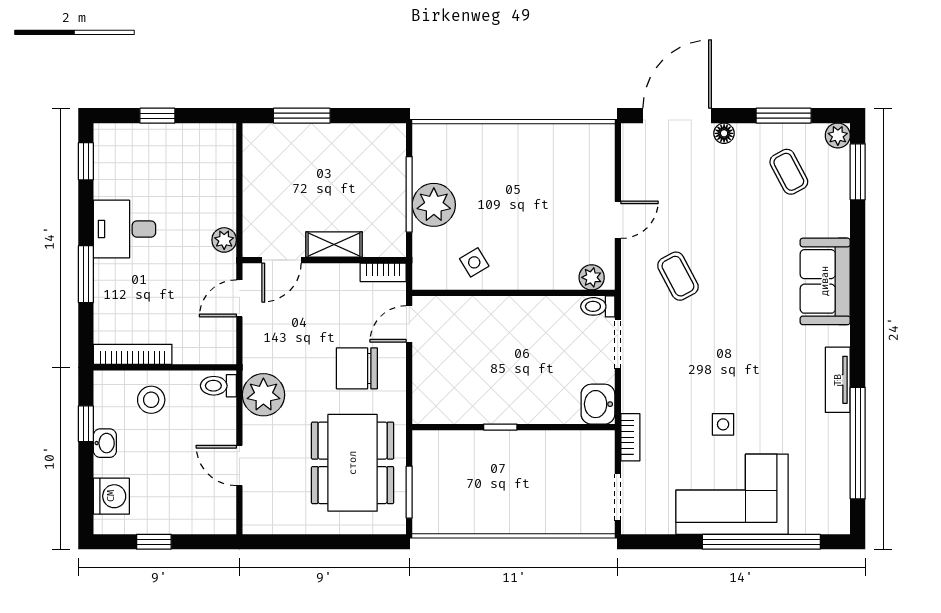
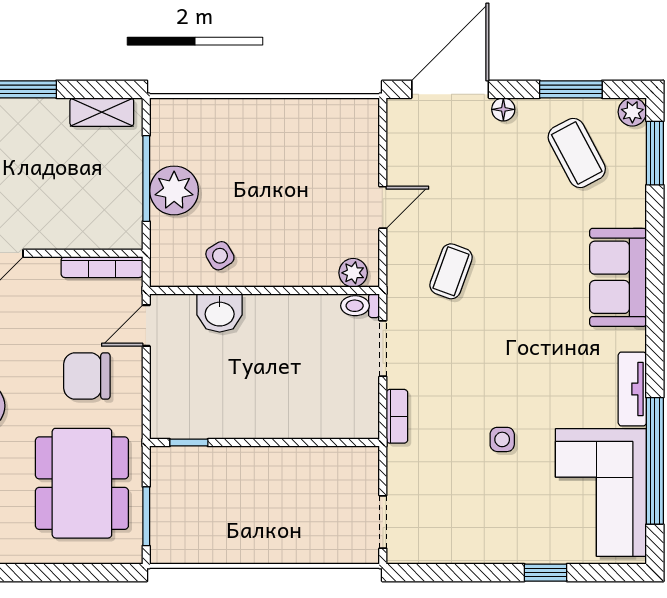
coffee table: (789, 172) -> (577, 153), width x1.36, depth x1.30
shelving: (334, 245) -> (102, 112), moved
bookcase: (383, 272) -> (102, 267), width x1.56
coffee table: (678, 276) -> (451, 271), turned 48
washbasin: (598, 404) -> (220, 313), moved, turned -90
window: (500, 427) -> (189, 443), moved
bookcase: (630, 437) -> (397, 416), moved
corner sofa: (732, 494) -> (601, 492), moved, turned -90
window: (761, 542) -> (546, 573), width x0.32

